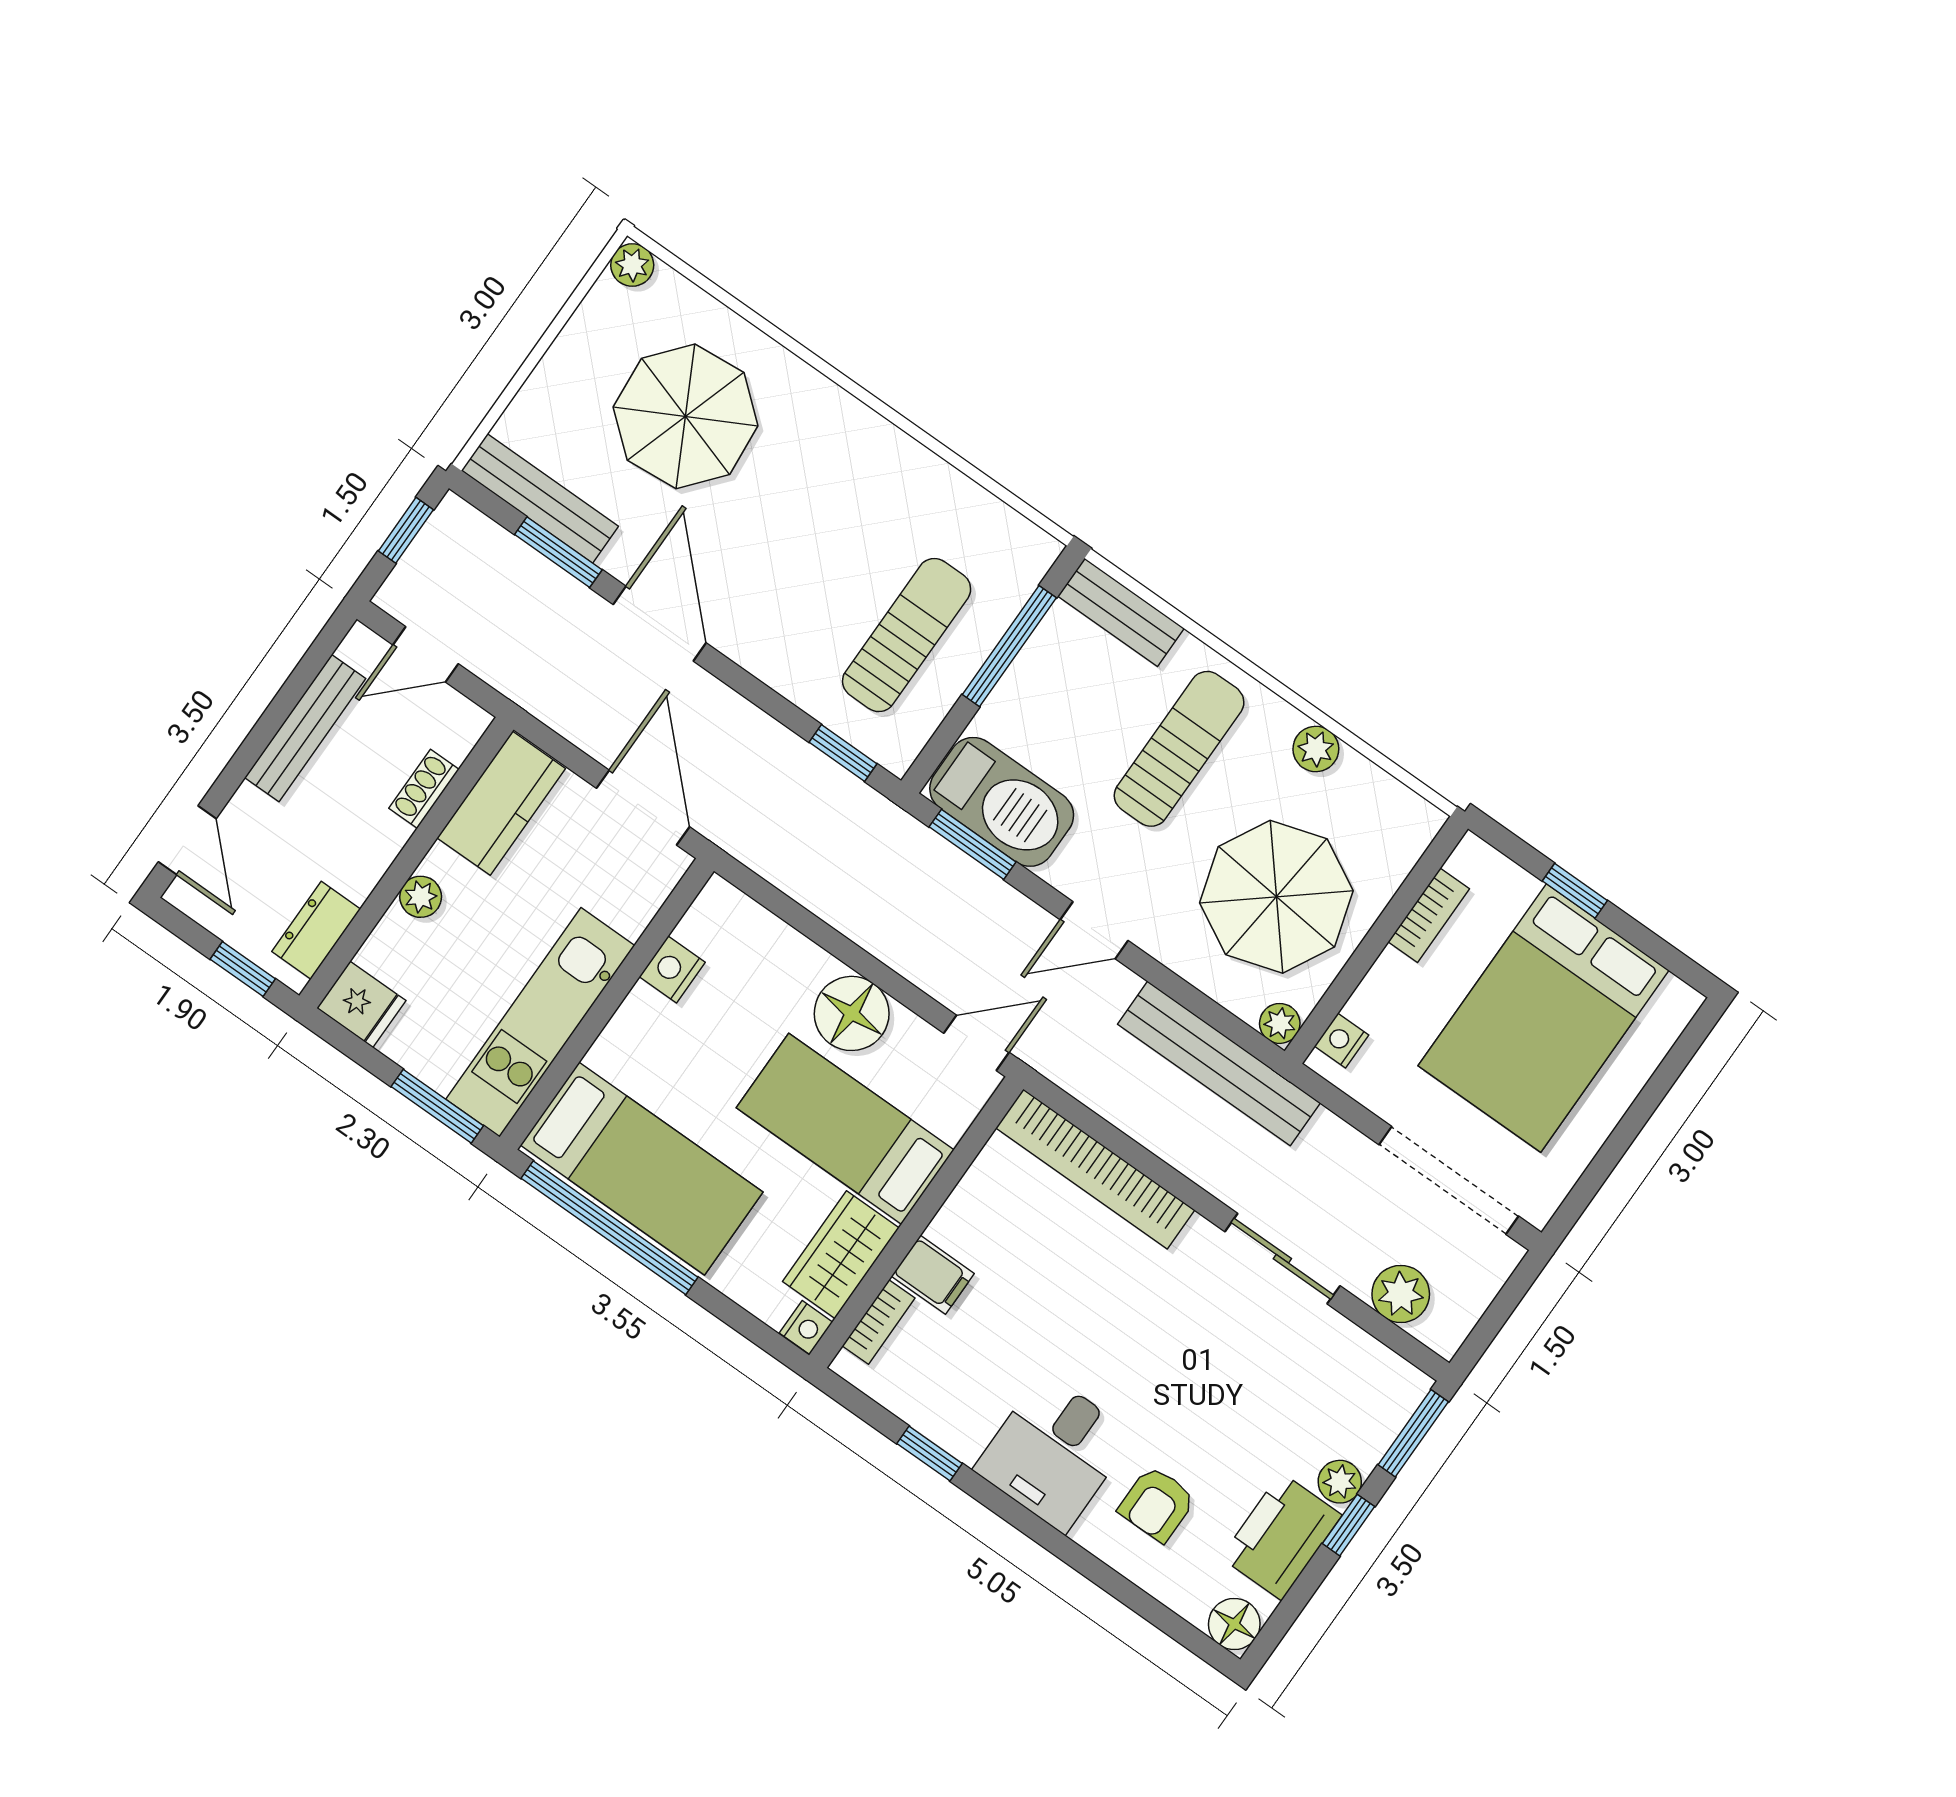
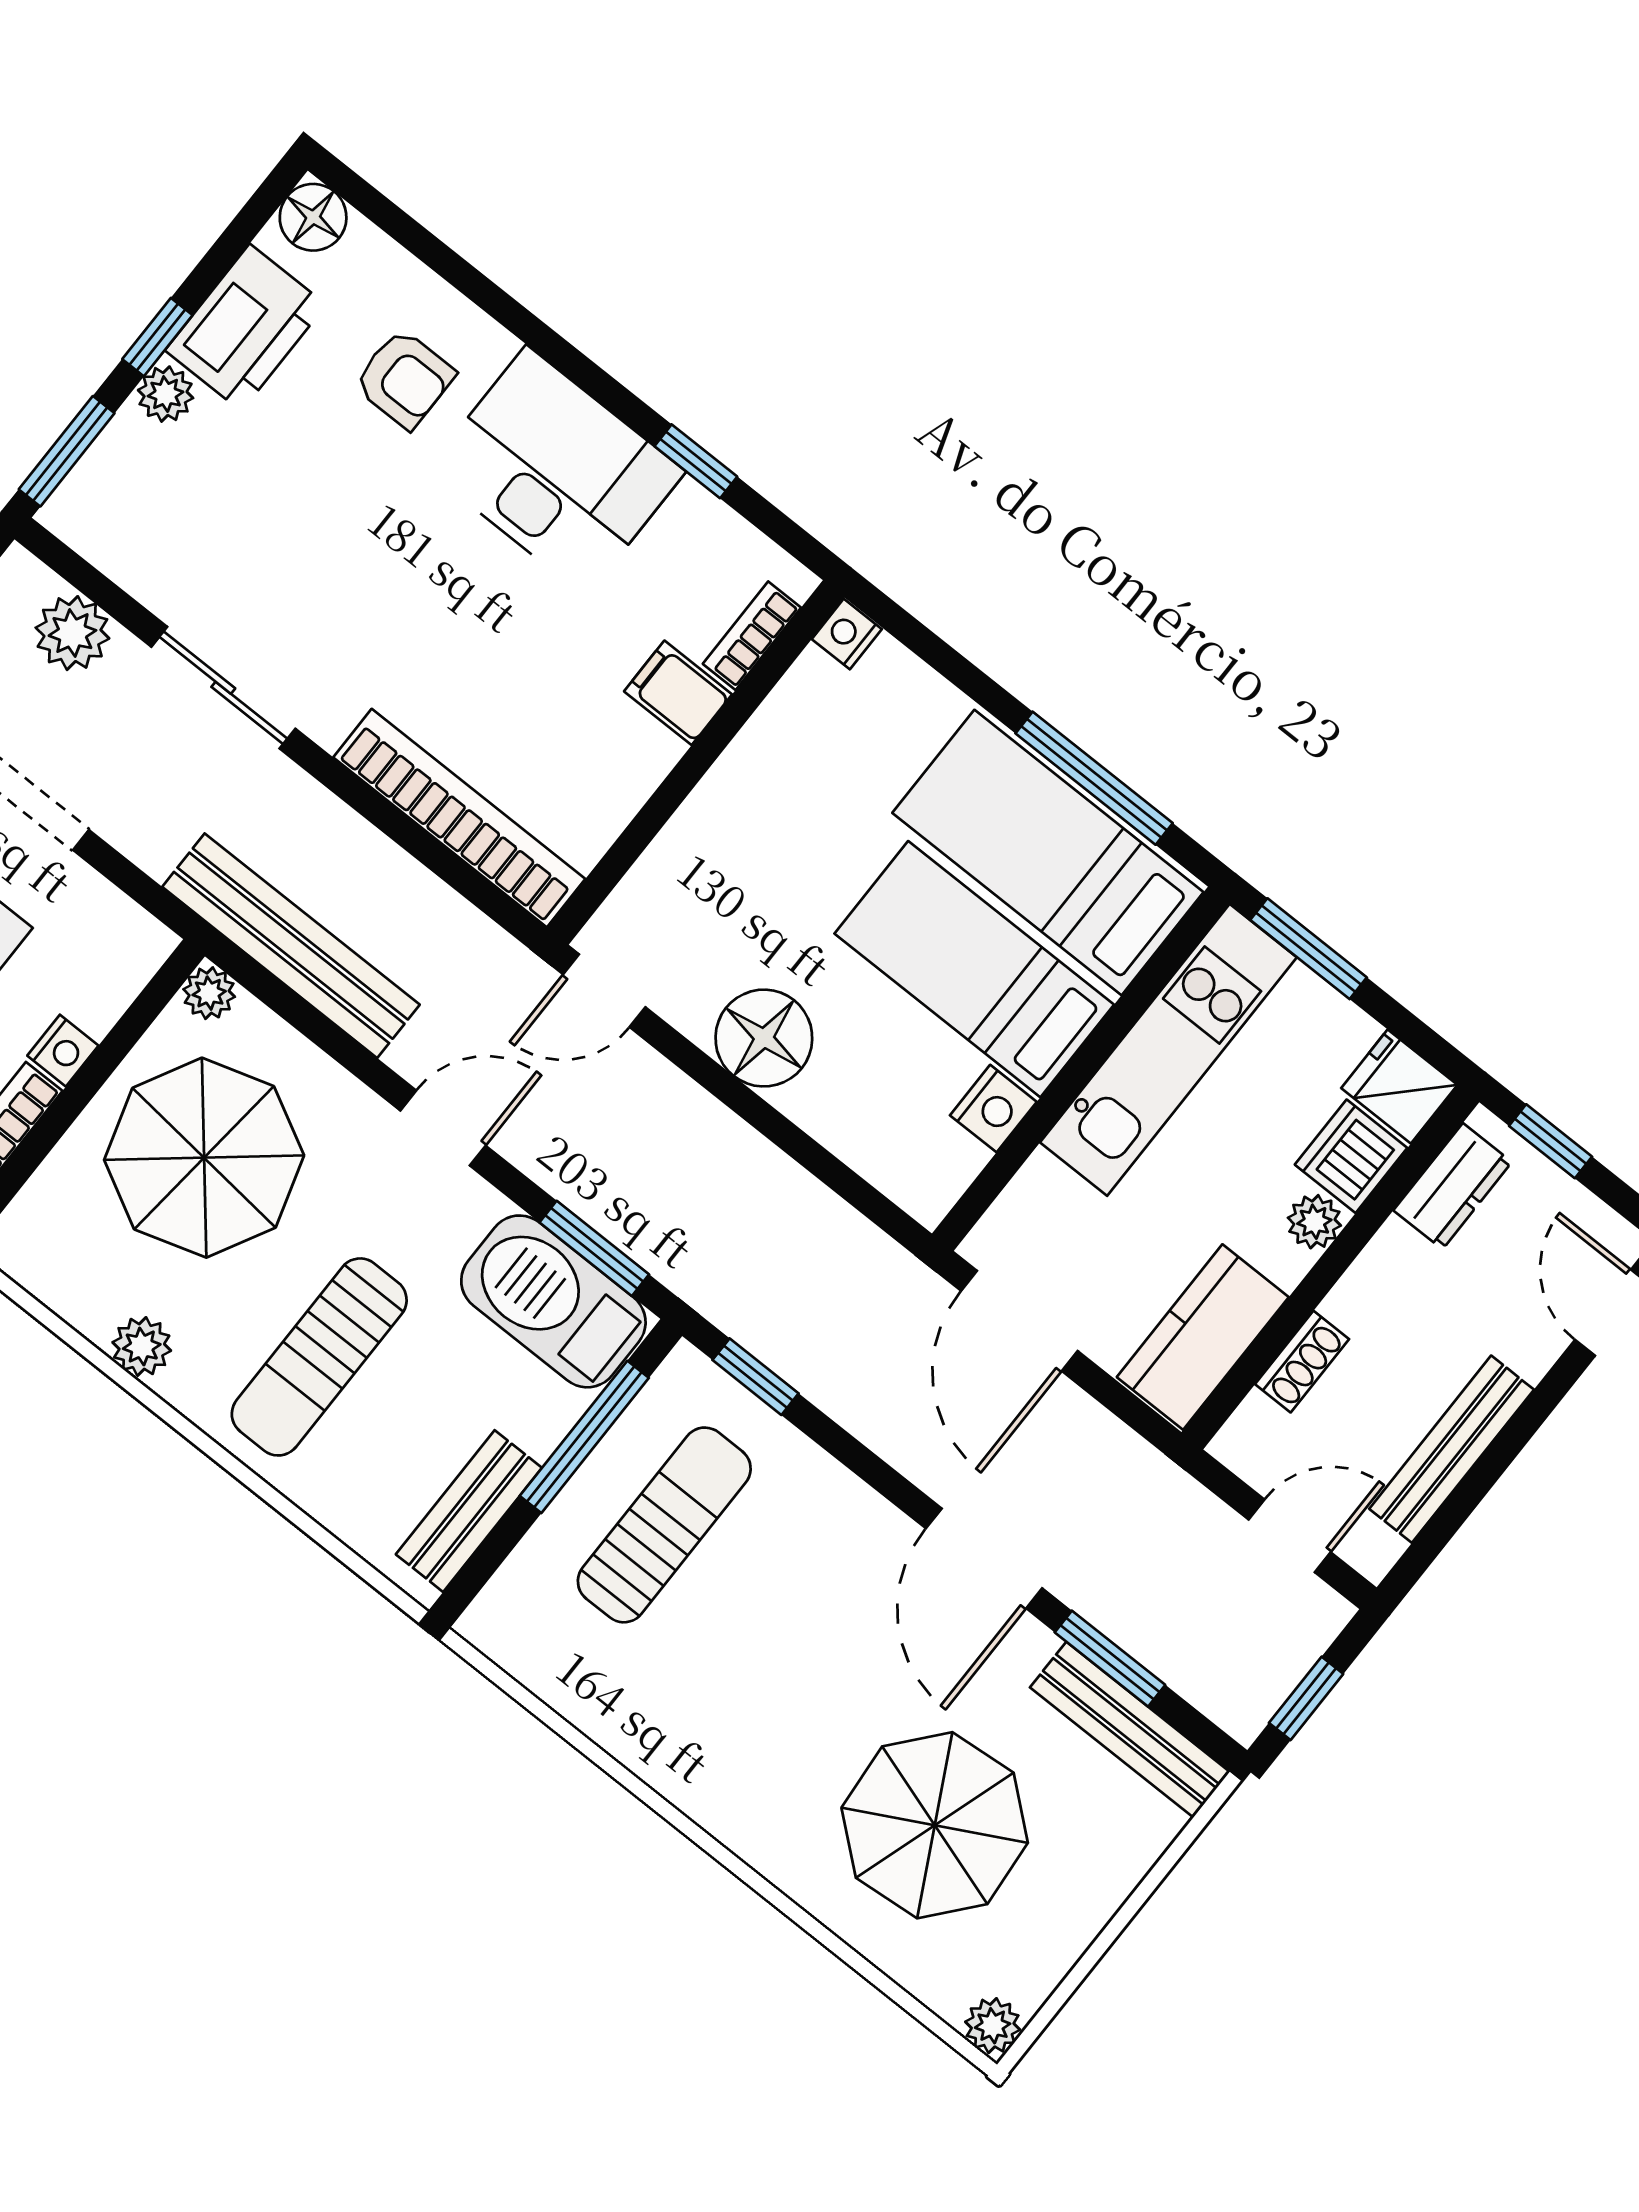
bench: (1121, 612) -> (469, 1511), moved, turned 90
sun lounger: (907, 635) -> (664, 1525), turned 180
window: (1009, 646) -> (584, 1437), moved
dishwasher: (395, 949) -> (1351, 1156), added
nightstand: (1342, 1041) -> (63, 1051), moved
bed: (845, 1129) -> (974, 969), moved, turned 180
window: (610, 1228) -> (1094, 778), width x0.68
wardrobe: (841, 1255) -> (796, 726), removed
desk: (1054, 1452) -> (556, 471), width x1.37
armchair: (1157, 1504) -> (404, 379), turned 90

